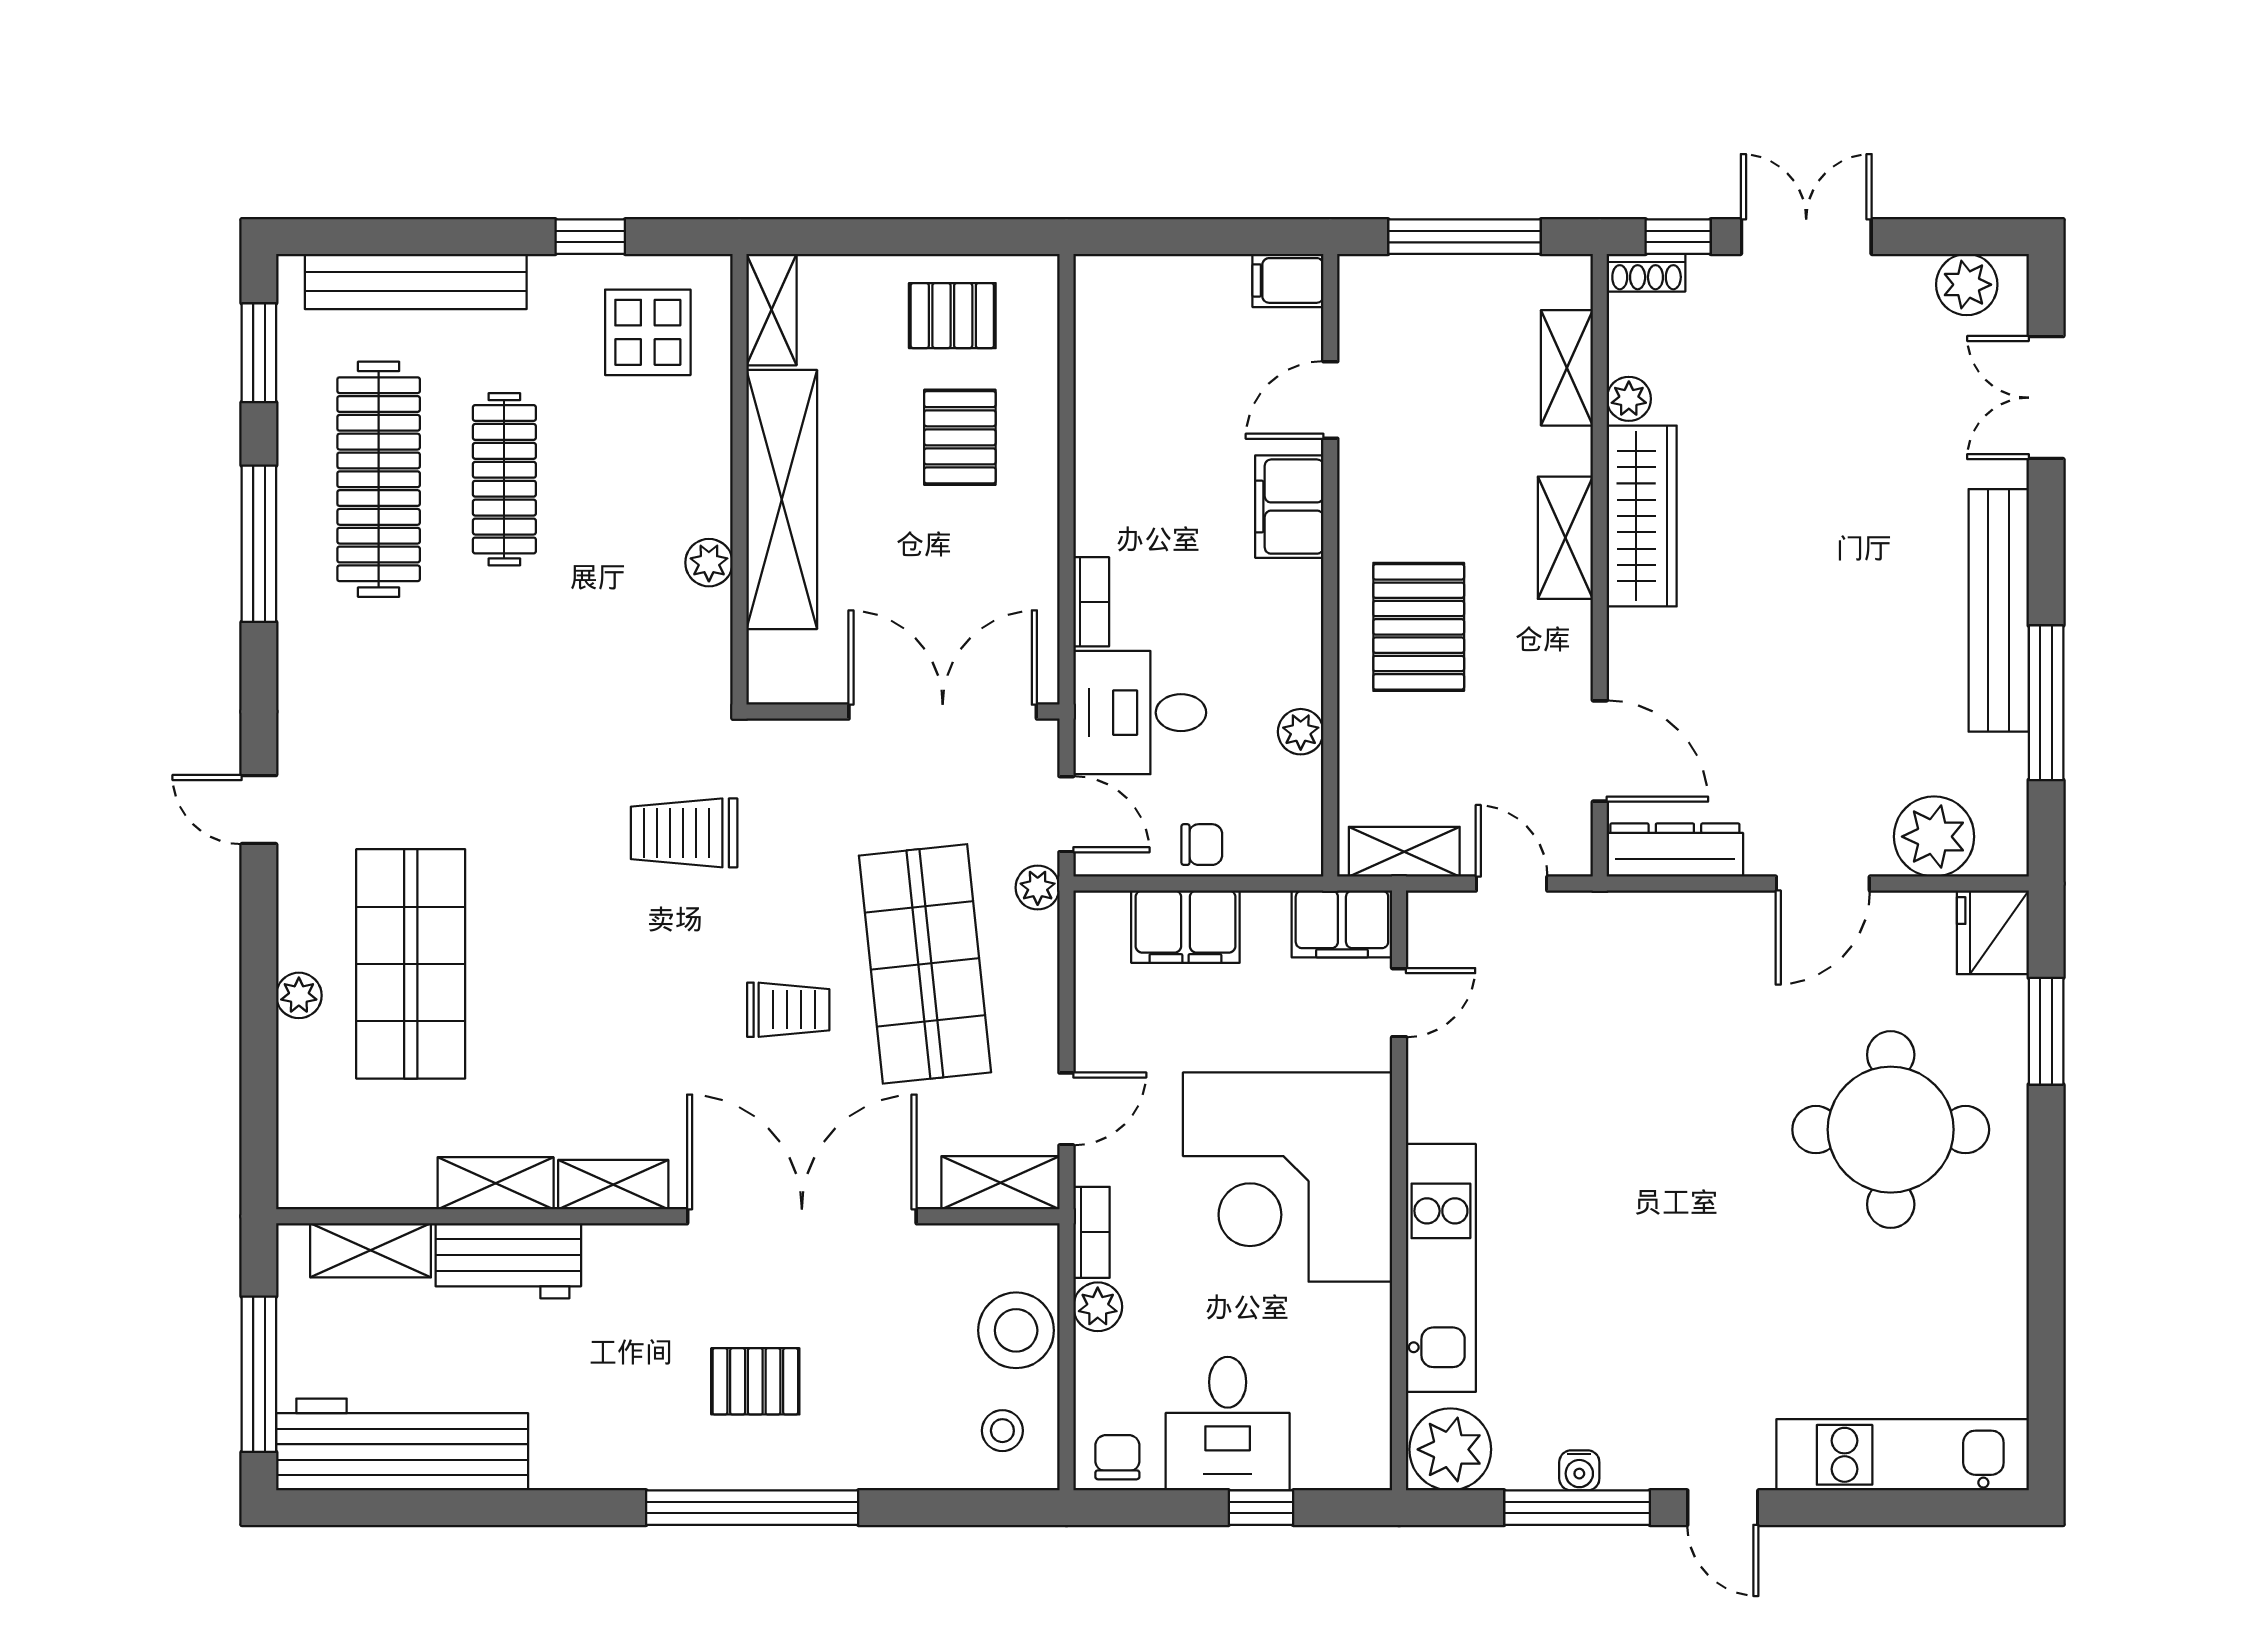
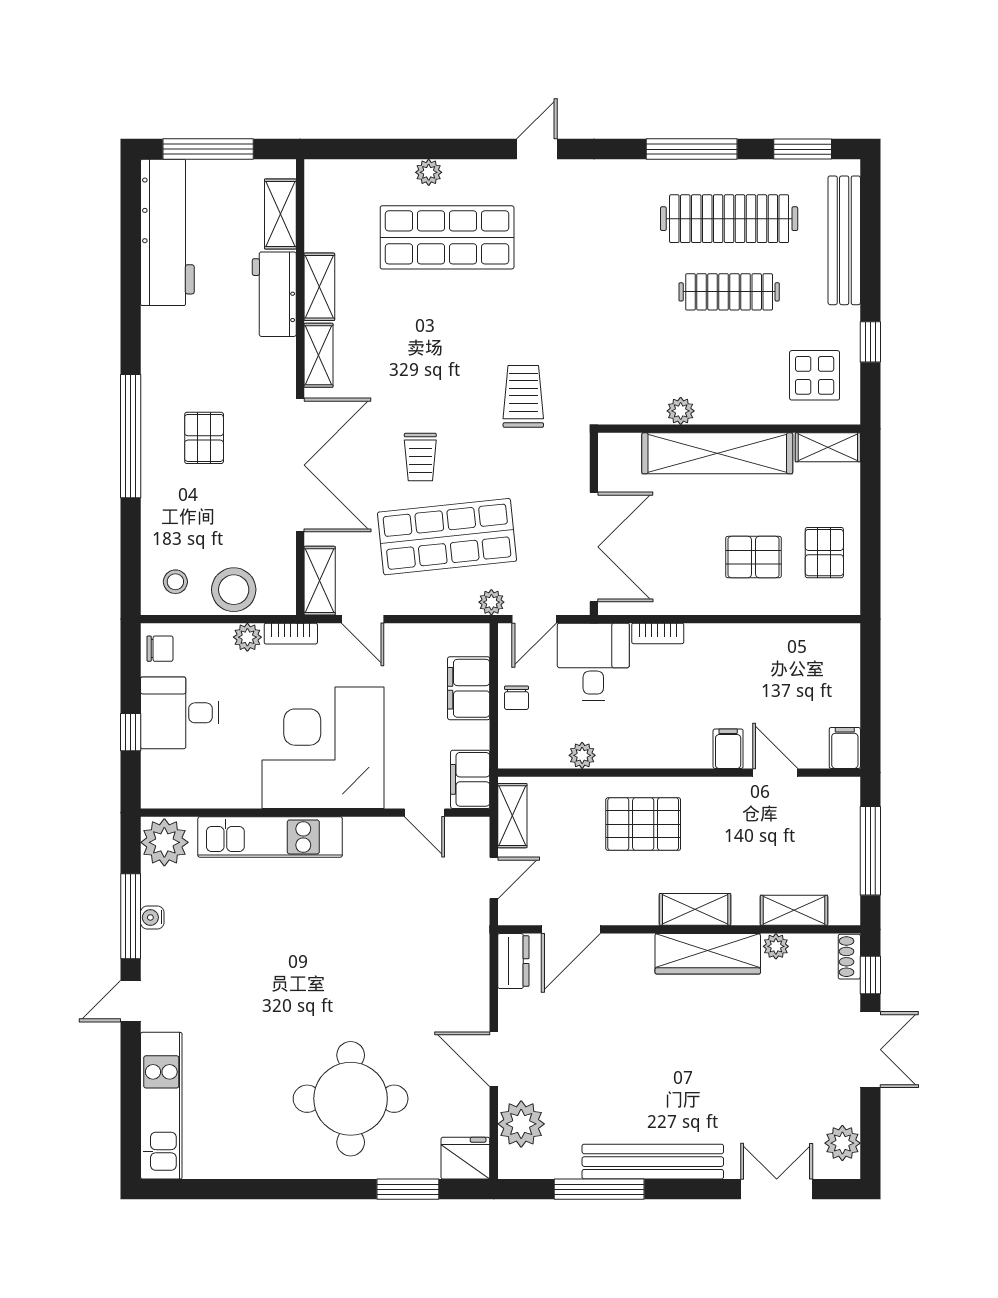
filing cabinet: (1289, 507) -> (728, 749), width x0.50
dresser: (1675, 850) -> (513, 961), width x0.70

